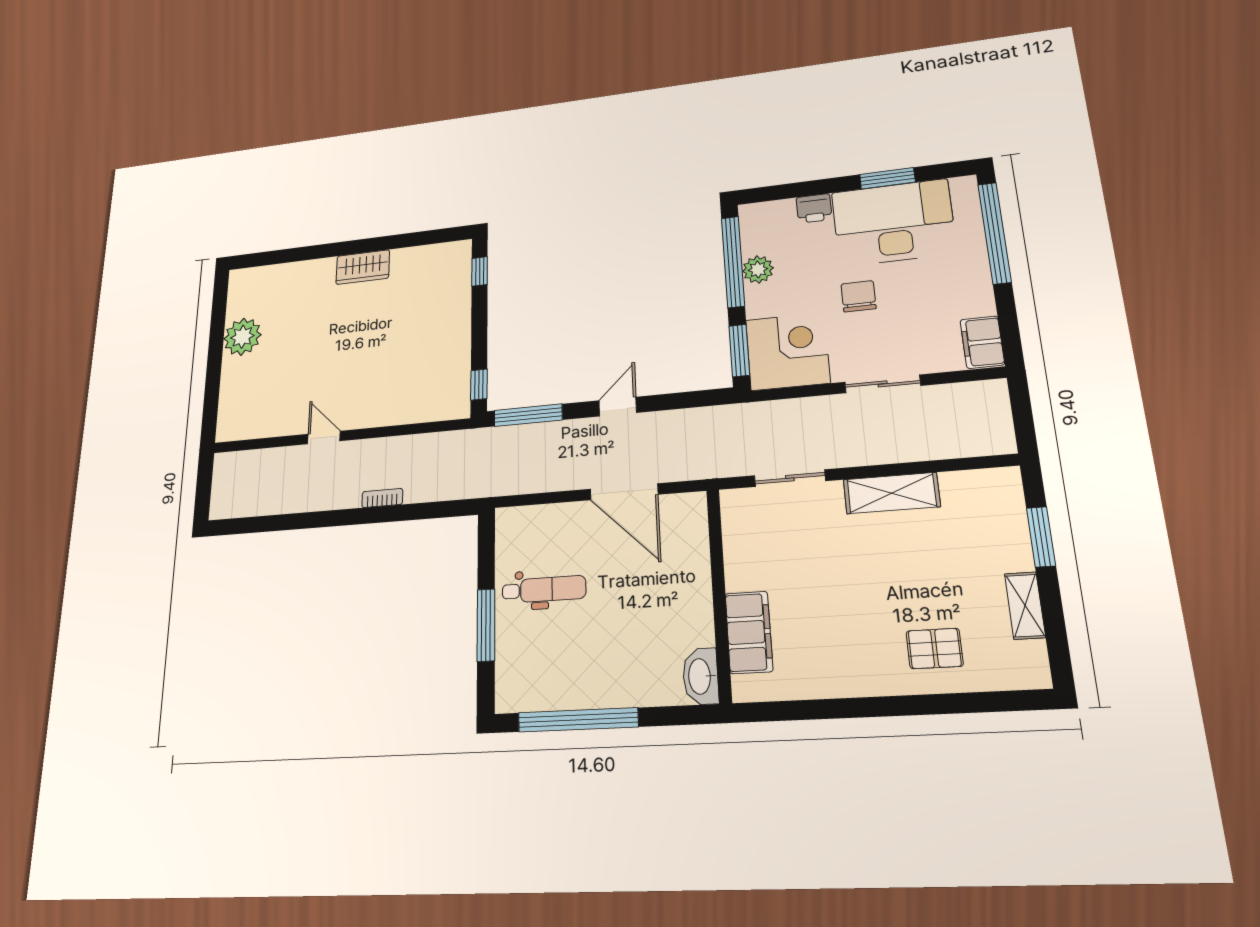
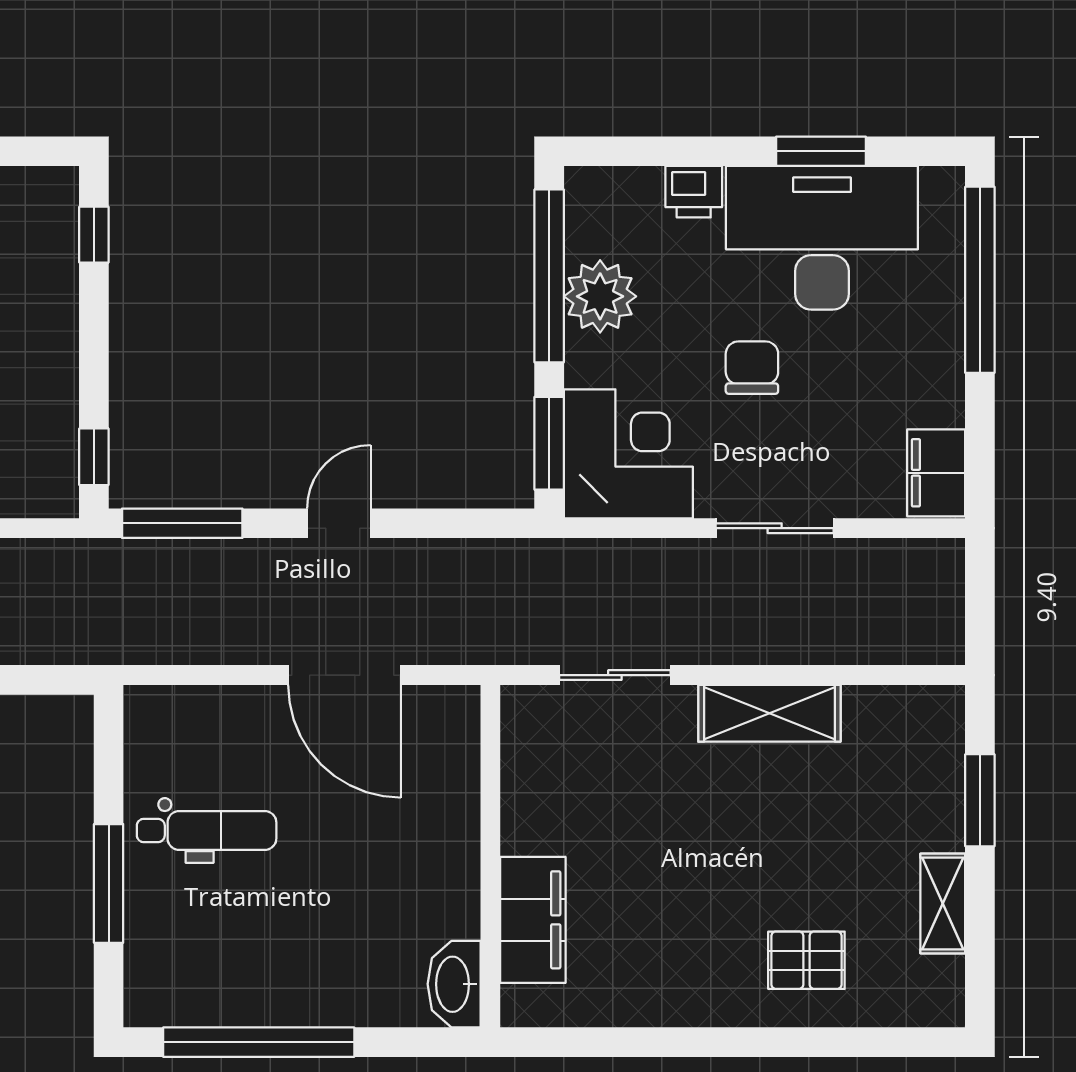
plant: (758, 270) -> (600, 296), width x1.36, depth x1.36

